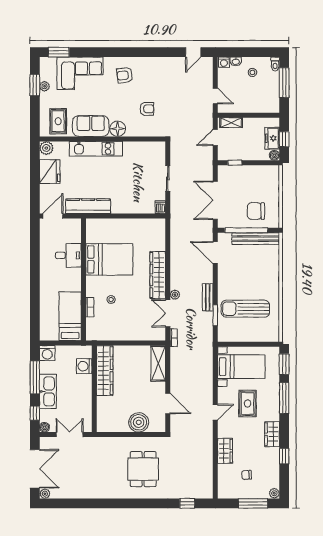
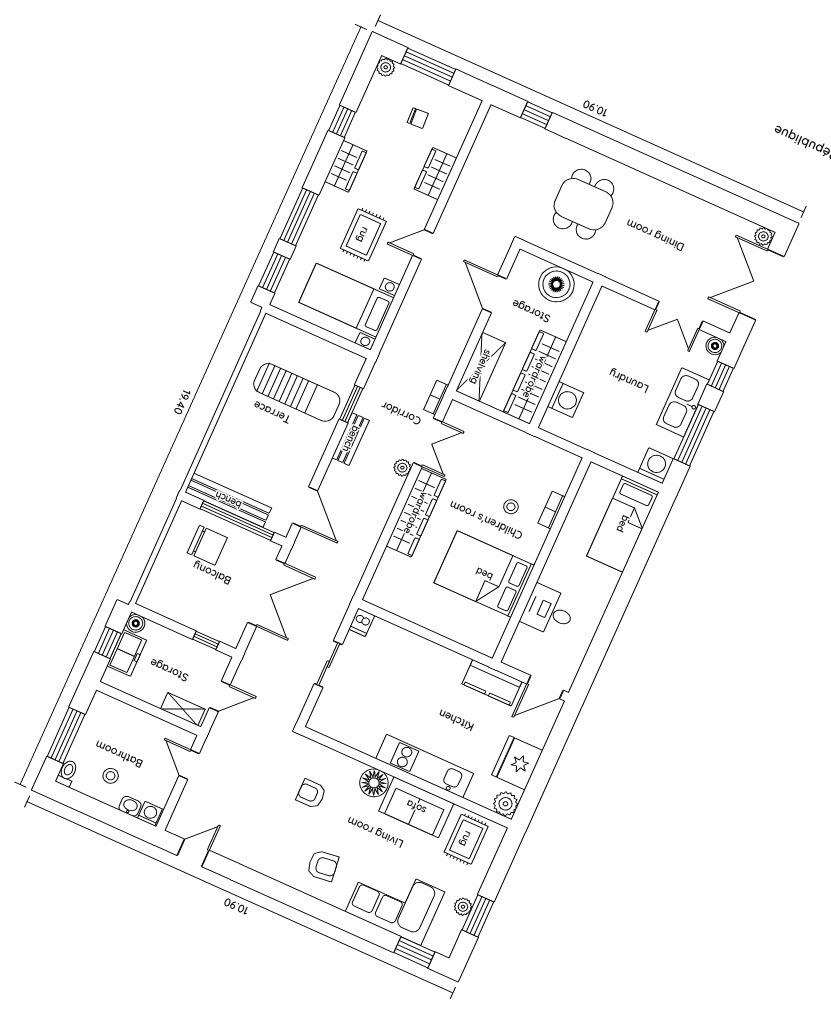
kitchen counter: (88, 206) -> (492, 683), width x0.67
bed: (70, 316) -> (623, 524), moved
washing machine: (84, 366) -> (565, 399), moved
wardrobe: (105, 371) -> (535, 377), moved
wall: (94, 389) -> (566, 355), moved

